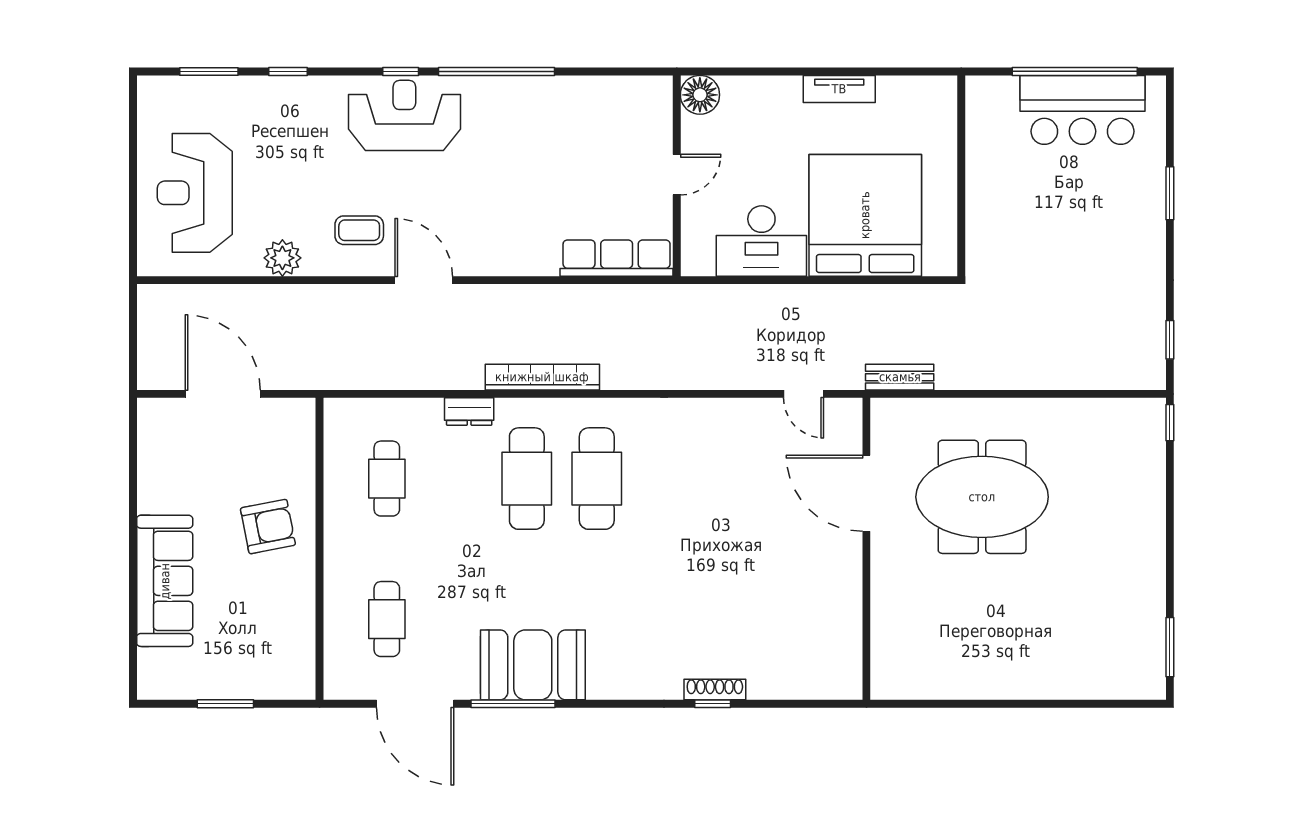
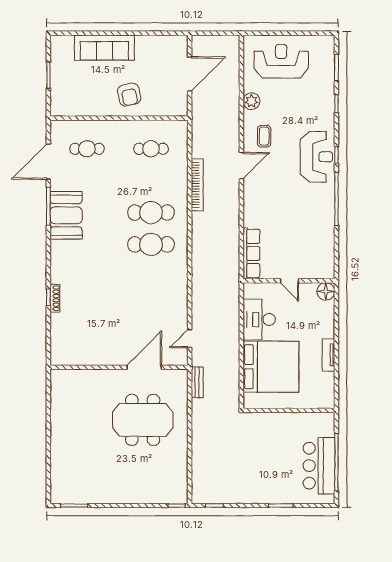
bookcase: (542, 377) -> (197, 185), moved
dresser: (469, 412) -> (182, 186), removed
meeting table: (982, 497) -> (143, 420), turned 90

